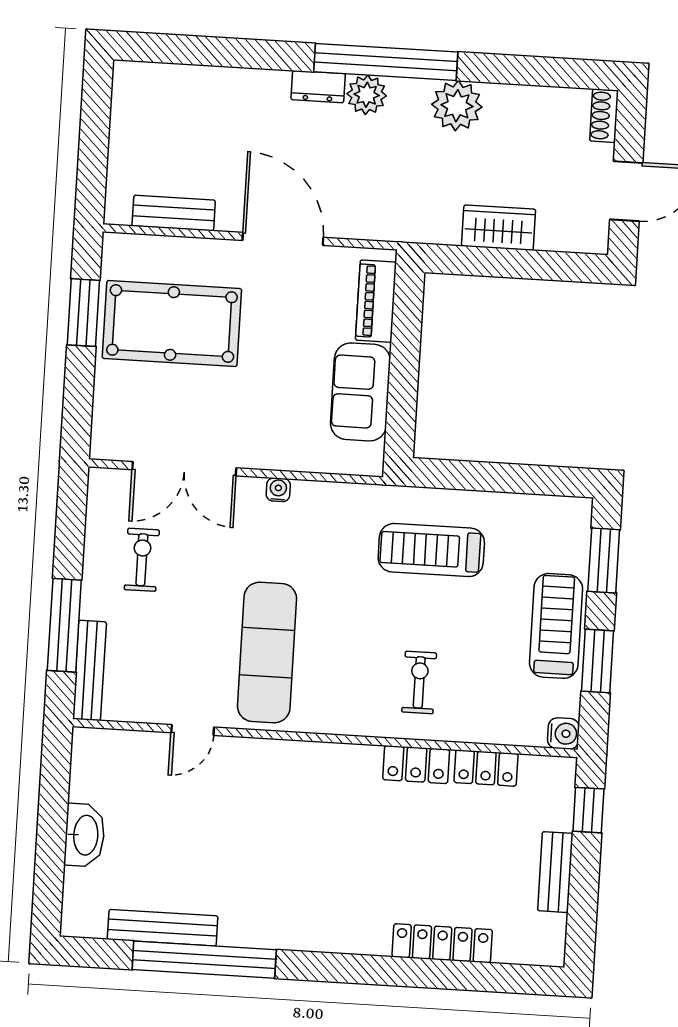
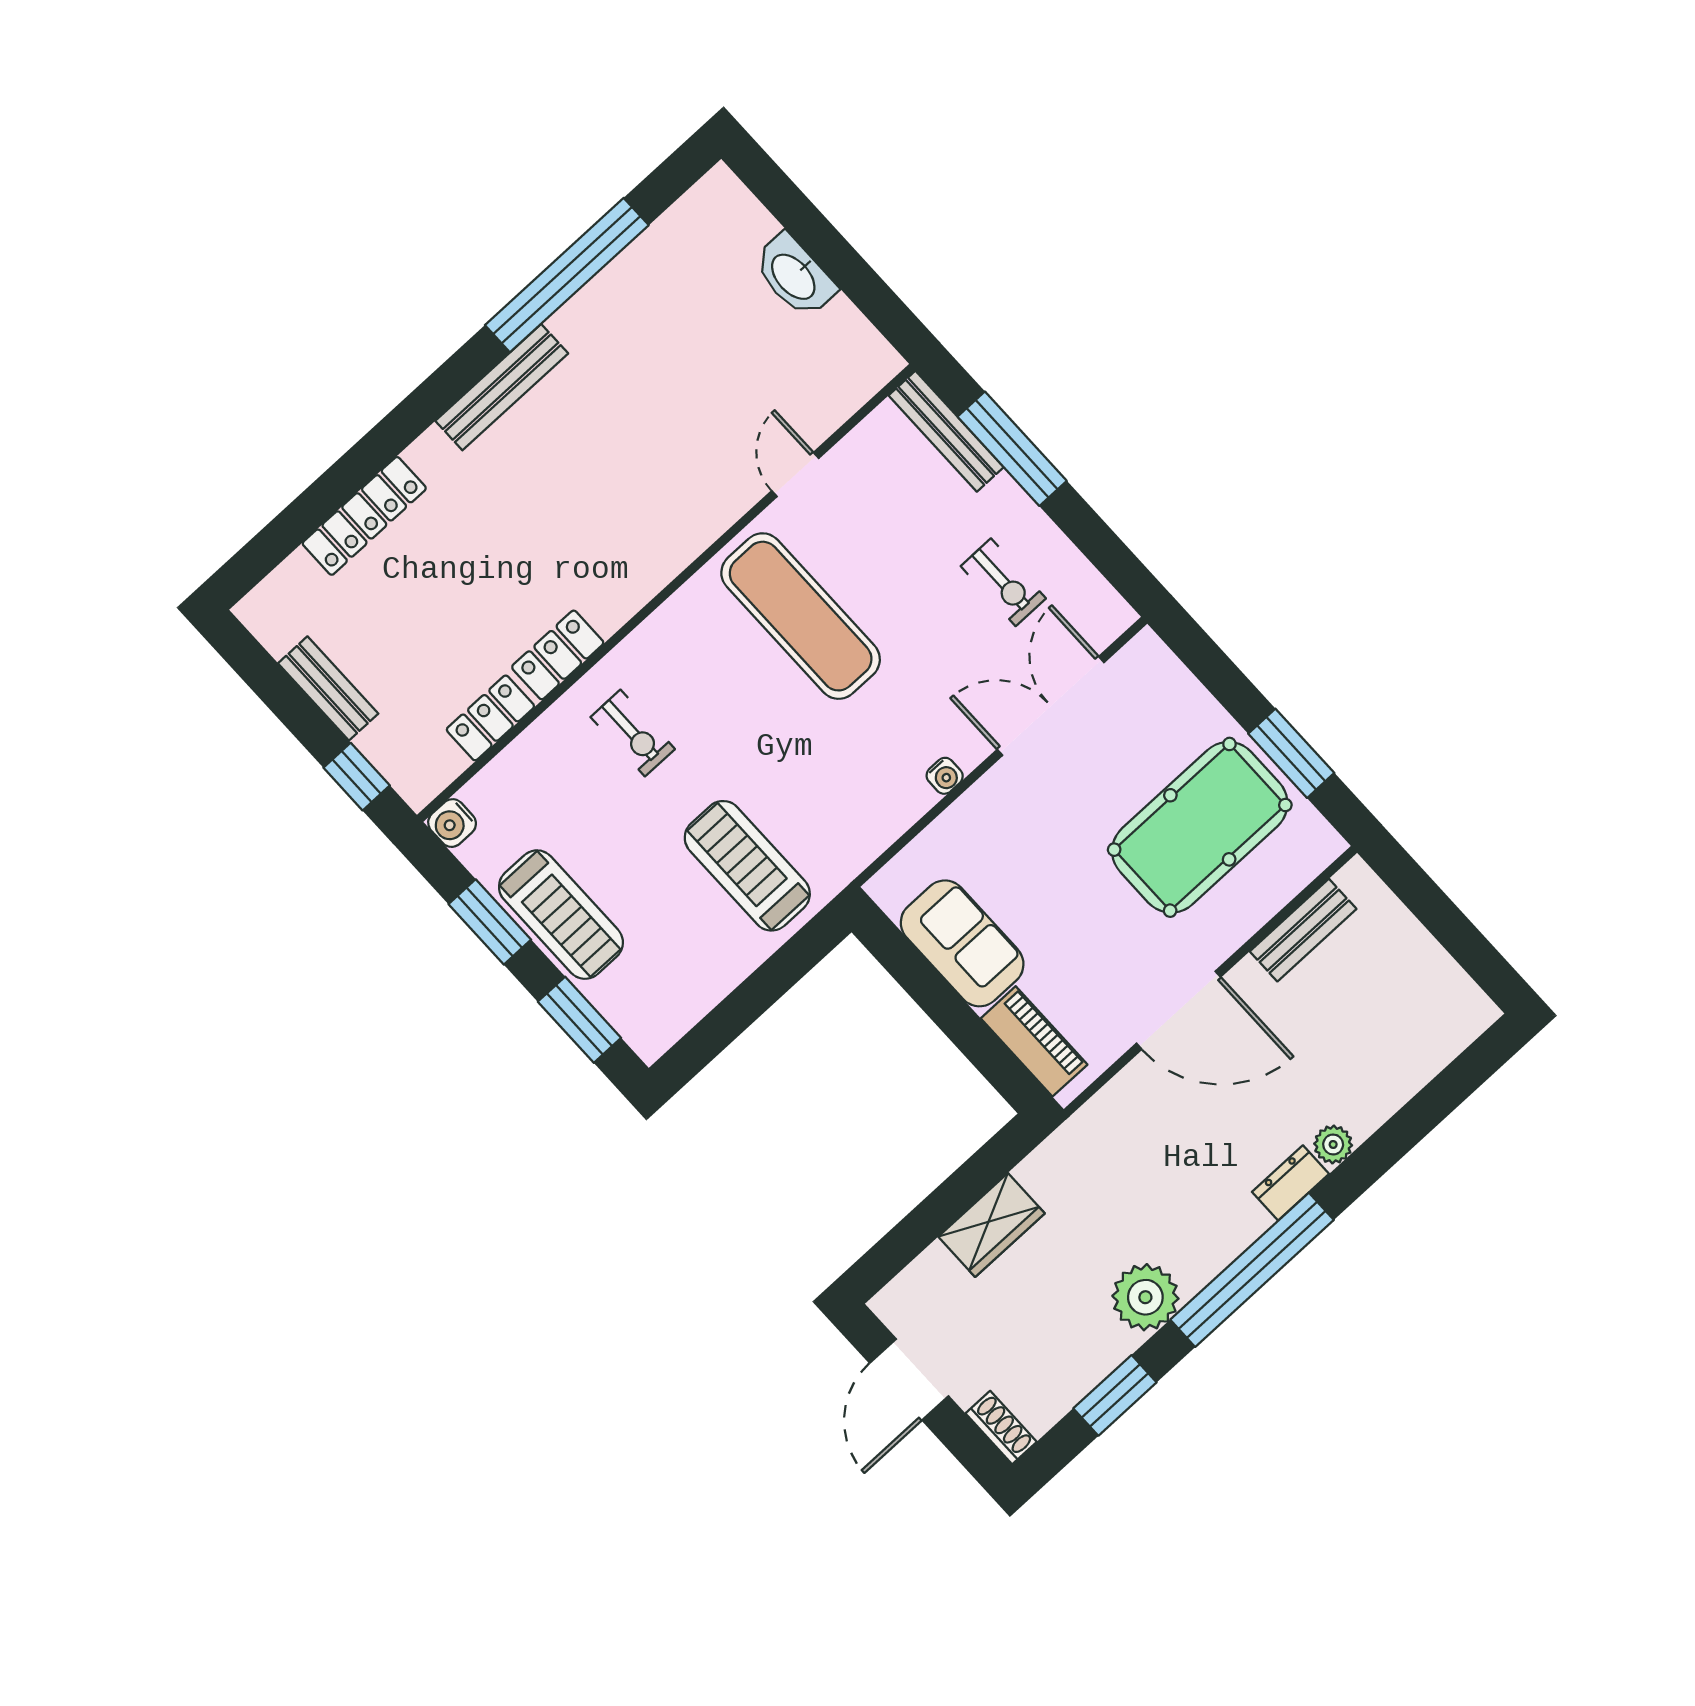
window: (526, 71) -> (1115, 1395), added
plant: (367, 95) -> (1333, 1145), moved, width x0.73, depth x0.73
treadmill: (431, 550) -> (747, 866), turned -90
bench: (163, 928) -> (502, 387), moved

